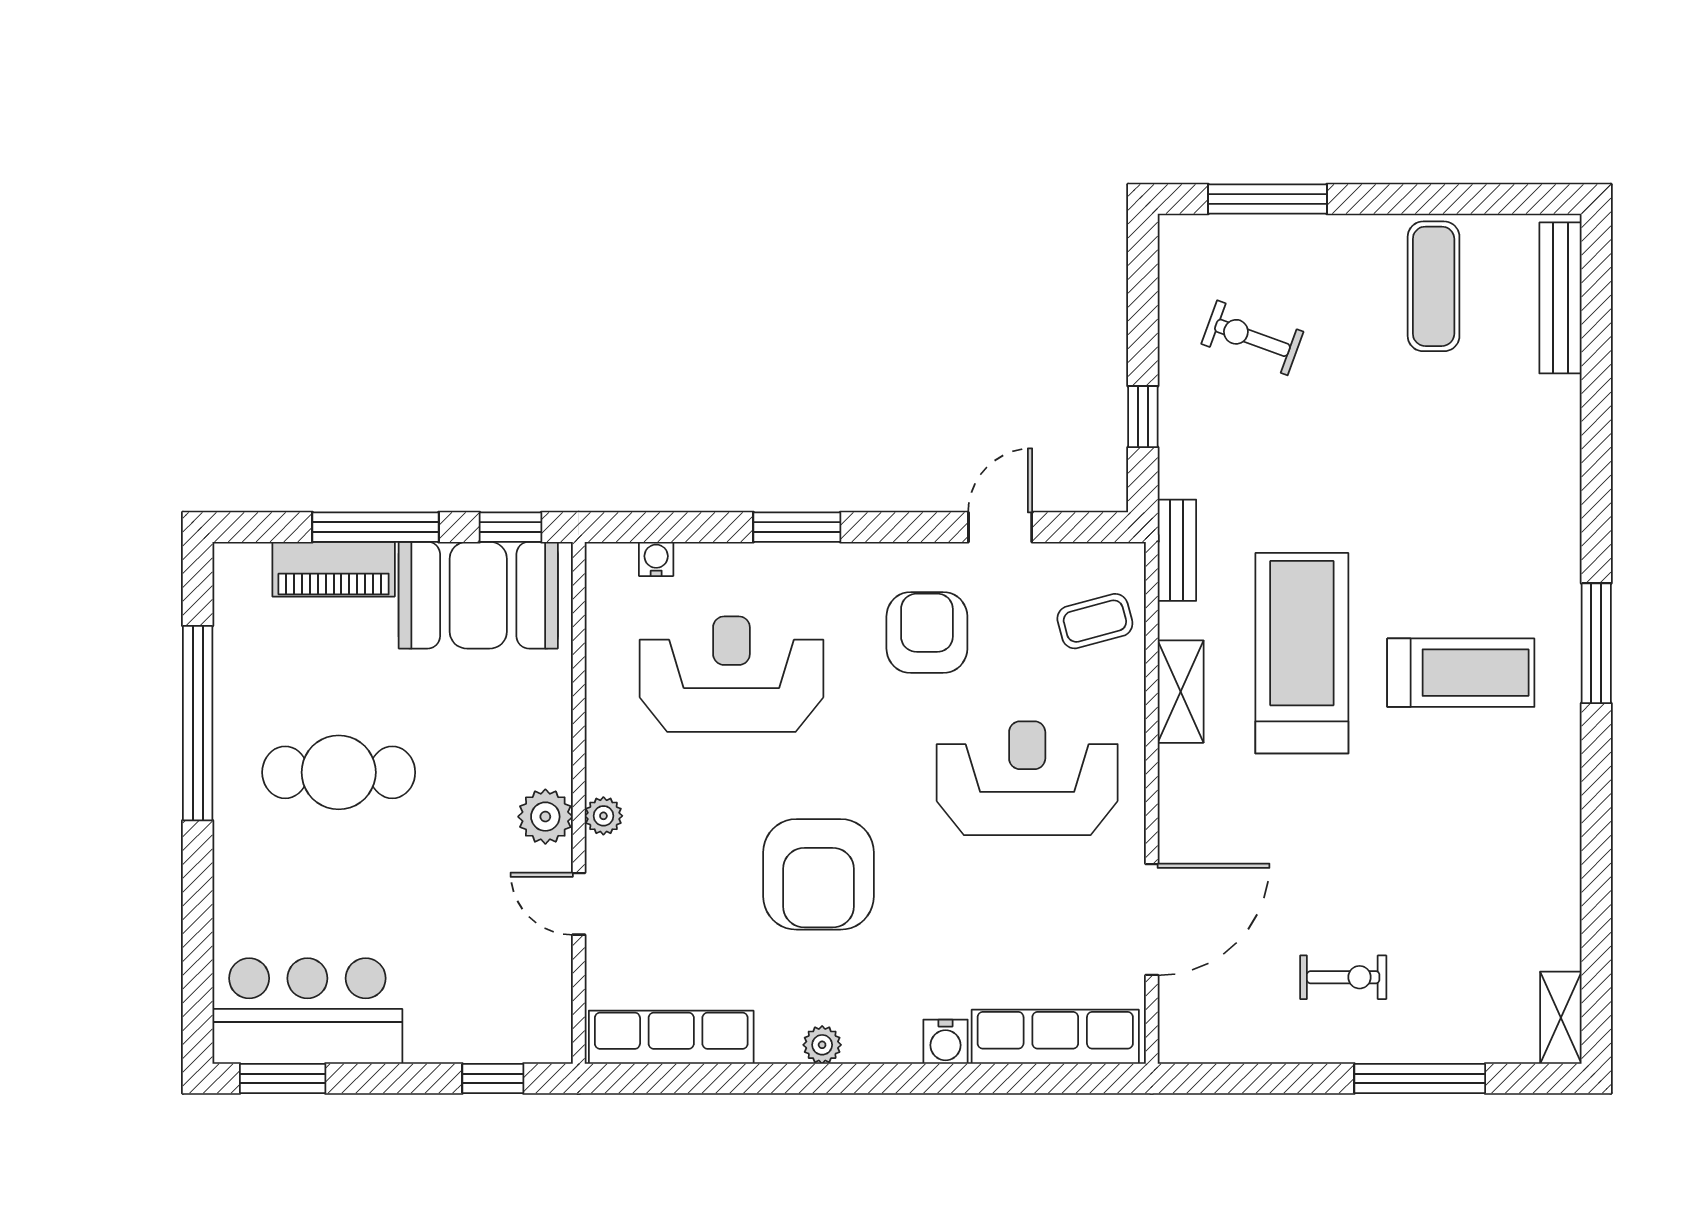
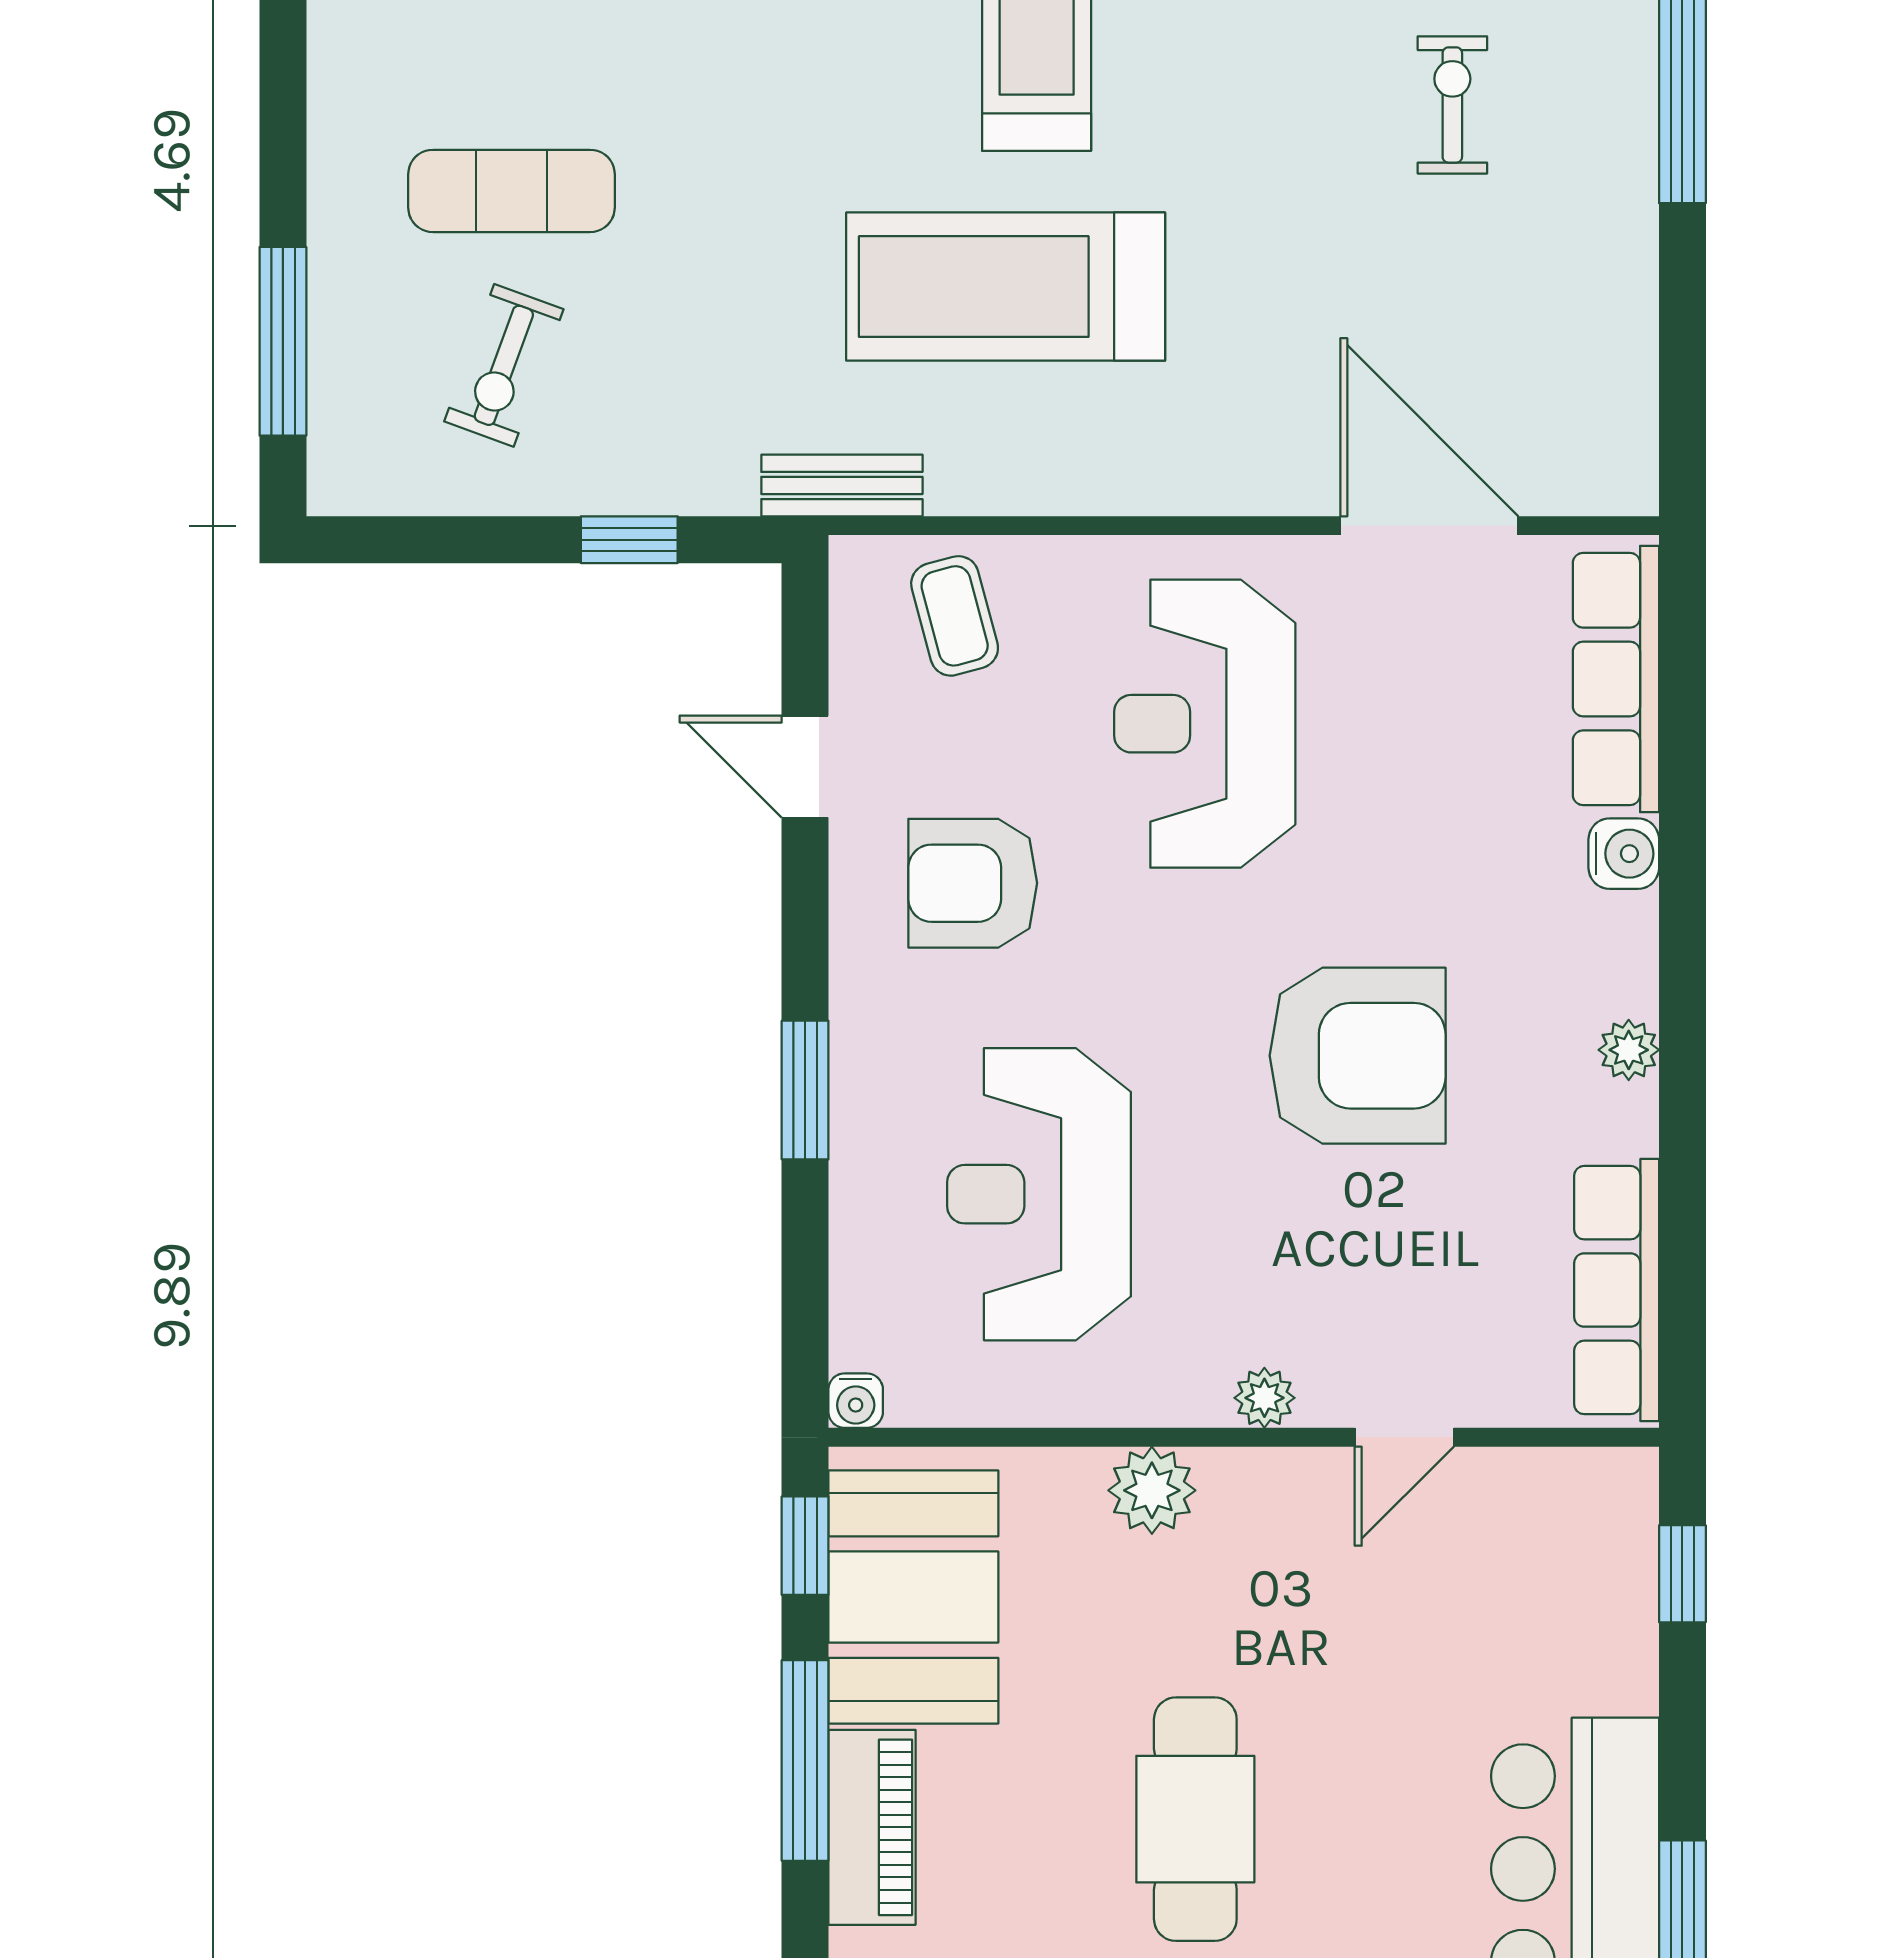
exercise mat: (1434, 286) -> (511, 191), moved
water cooler: (656, 559) -> (856, 1401), moved, turned -90
shelving: (1181, 692) -> (1067, 480), removed
plant: (545, 817) -> (1152, 1490), moved
exercise bike: (1343, 977) -> (1452, 105), moved

